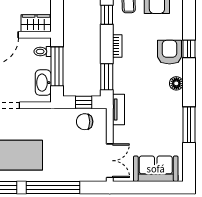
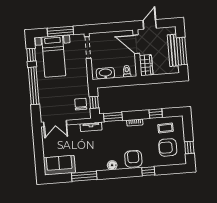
window: (189, 49) -> (148, 171), moved
armchair: (169, 52) -> (133, 159), turned -90
window: (57, 66) -> (117, 82), removed
sofa: (156, 169) -> (59, 165), moved, turned -90

